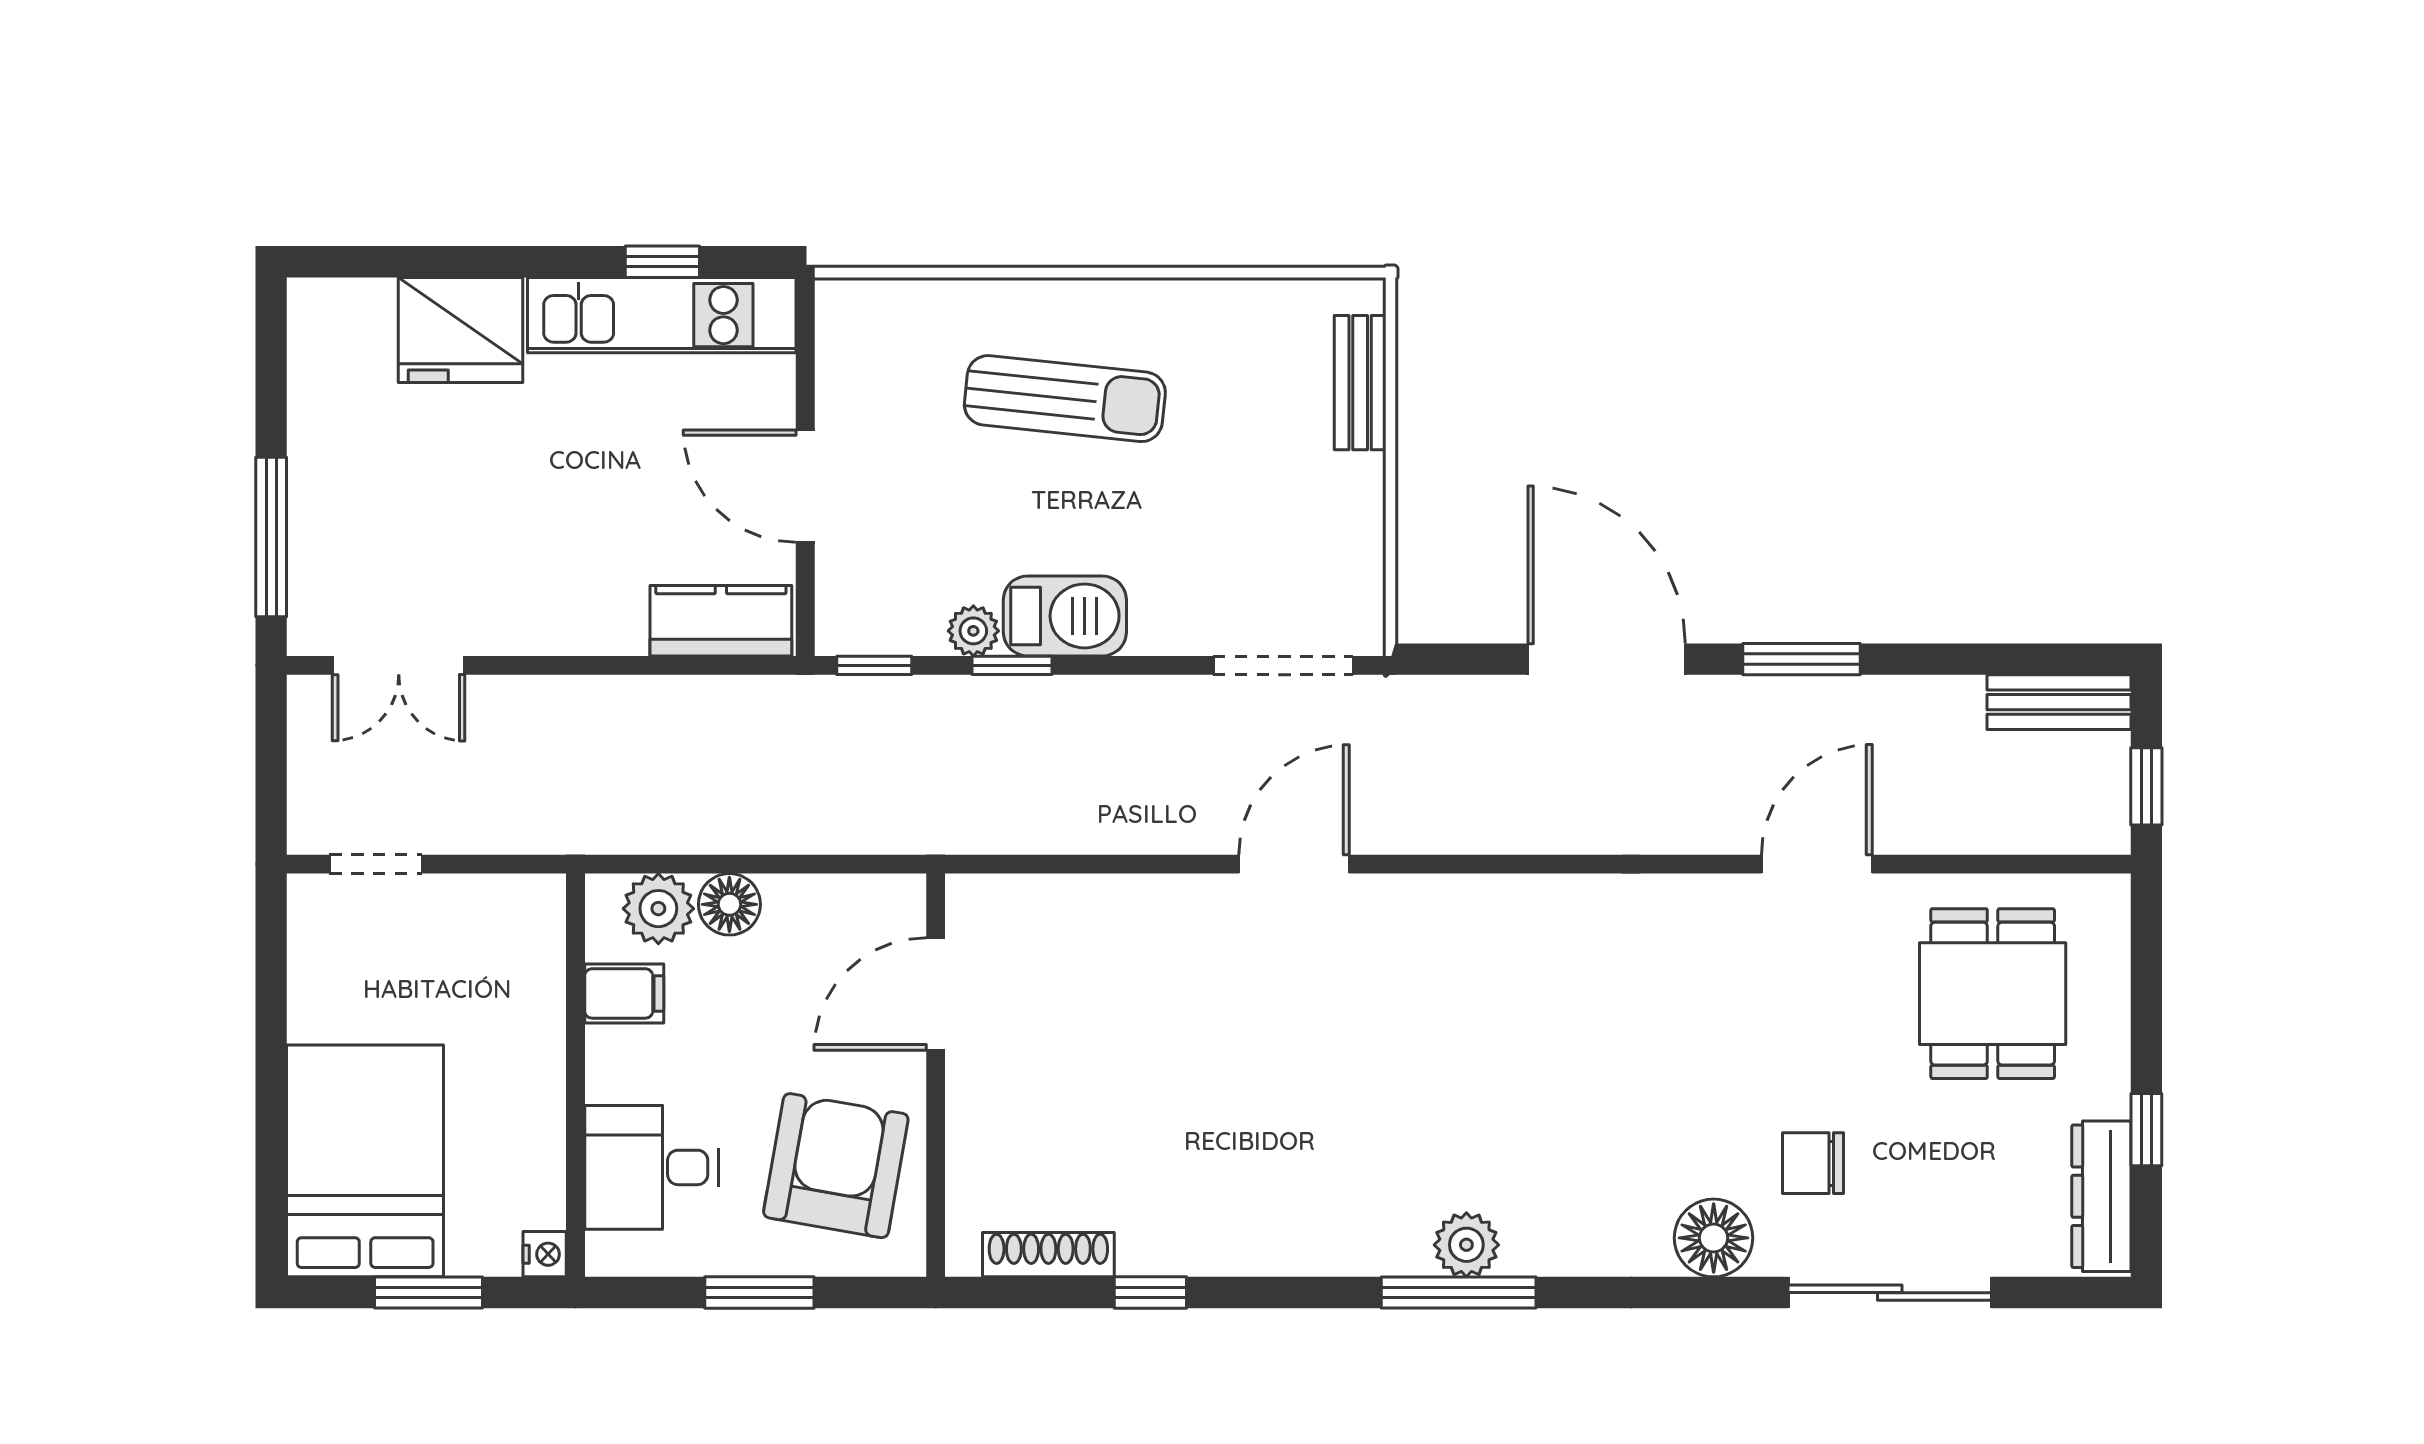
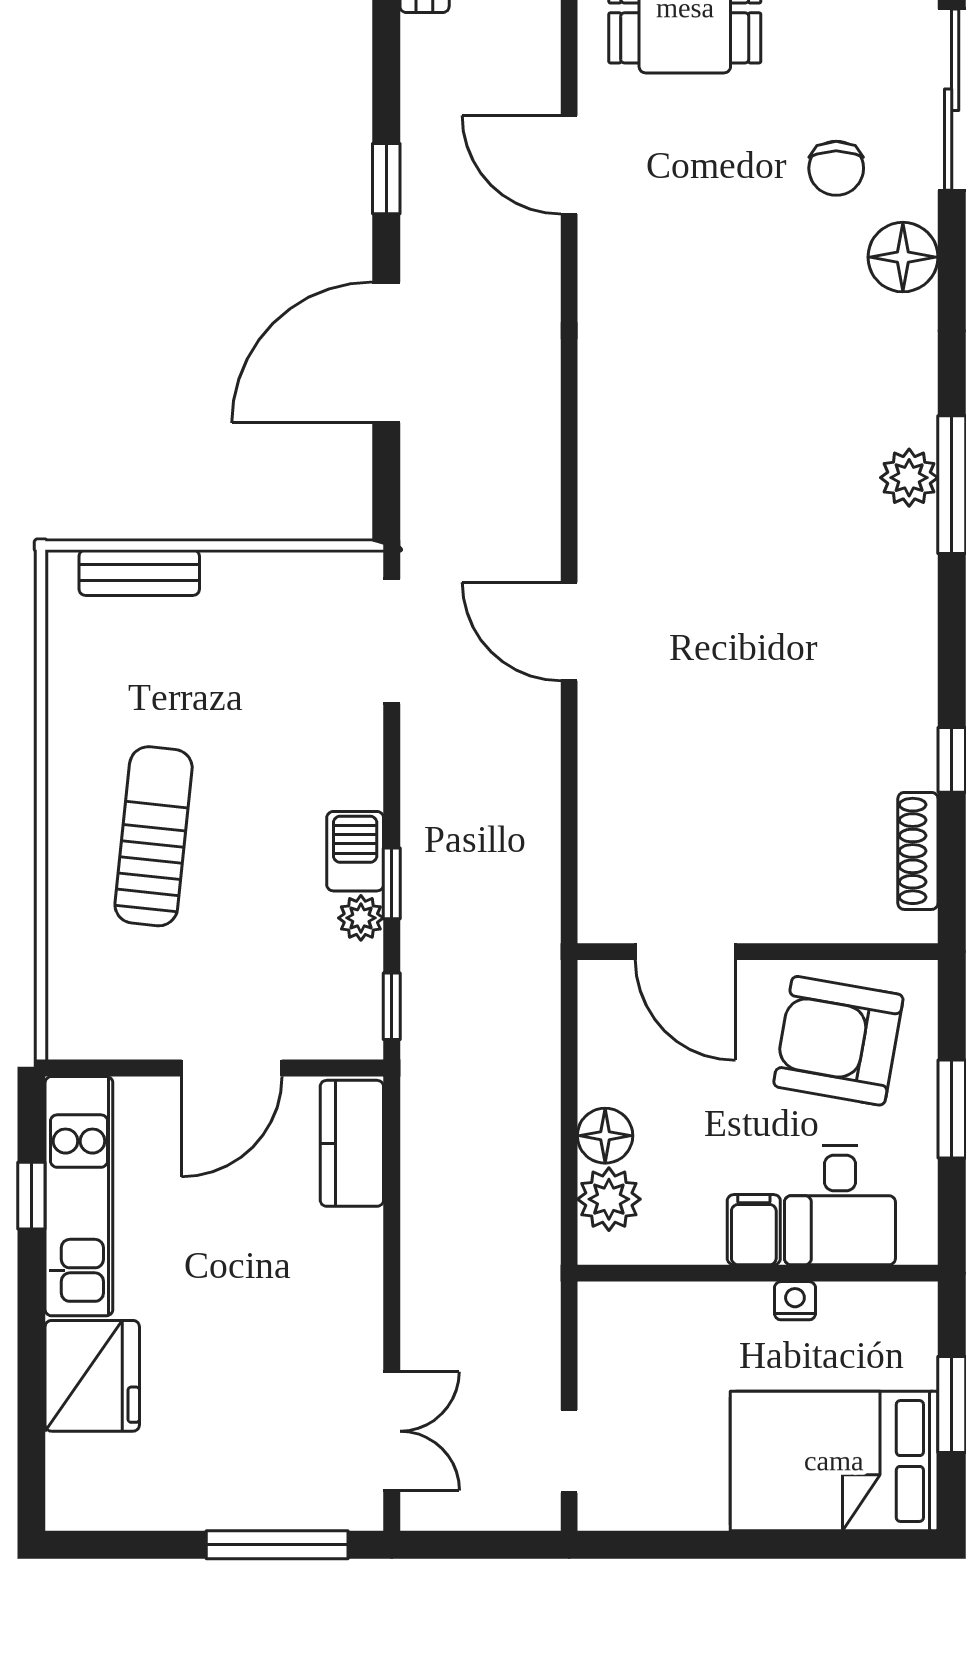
barbecue: (1065, 616) -> (355, 851), width x0.73, depth x0.79
window: (1801, 659) -> (386, 179), width x0.67
filing cabinet: (624, 993) -> (754, 1230), moved
nightstand: (545, 1254) -> (795, 1301), moved

